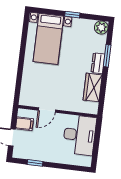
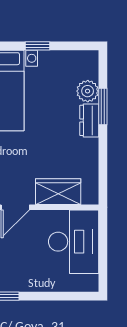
plant: (101, 27) -> (88, 91), moved
wardrobe: (93, 87) -> (58, 192), moved, turned 90

